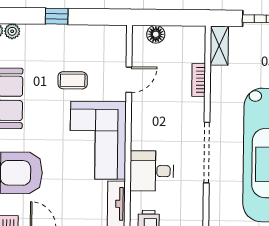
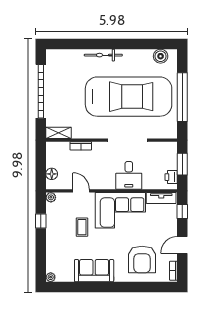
window: (57, 16) -> (41, 221), moved
plant: (12, 31) -> (51, 197), moved
desk: (152, 171) -> (129, 175), moved

